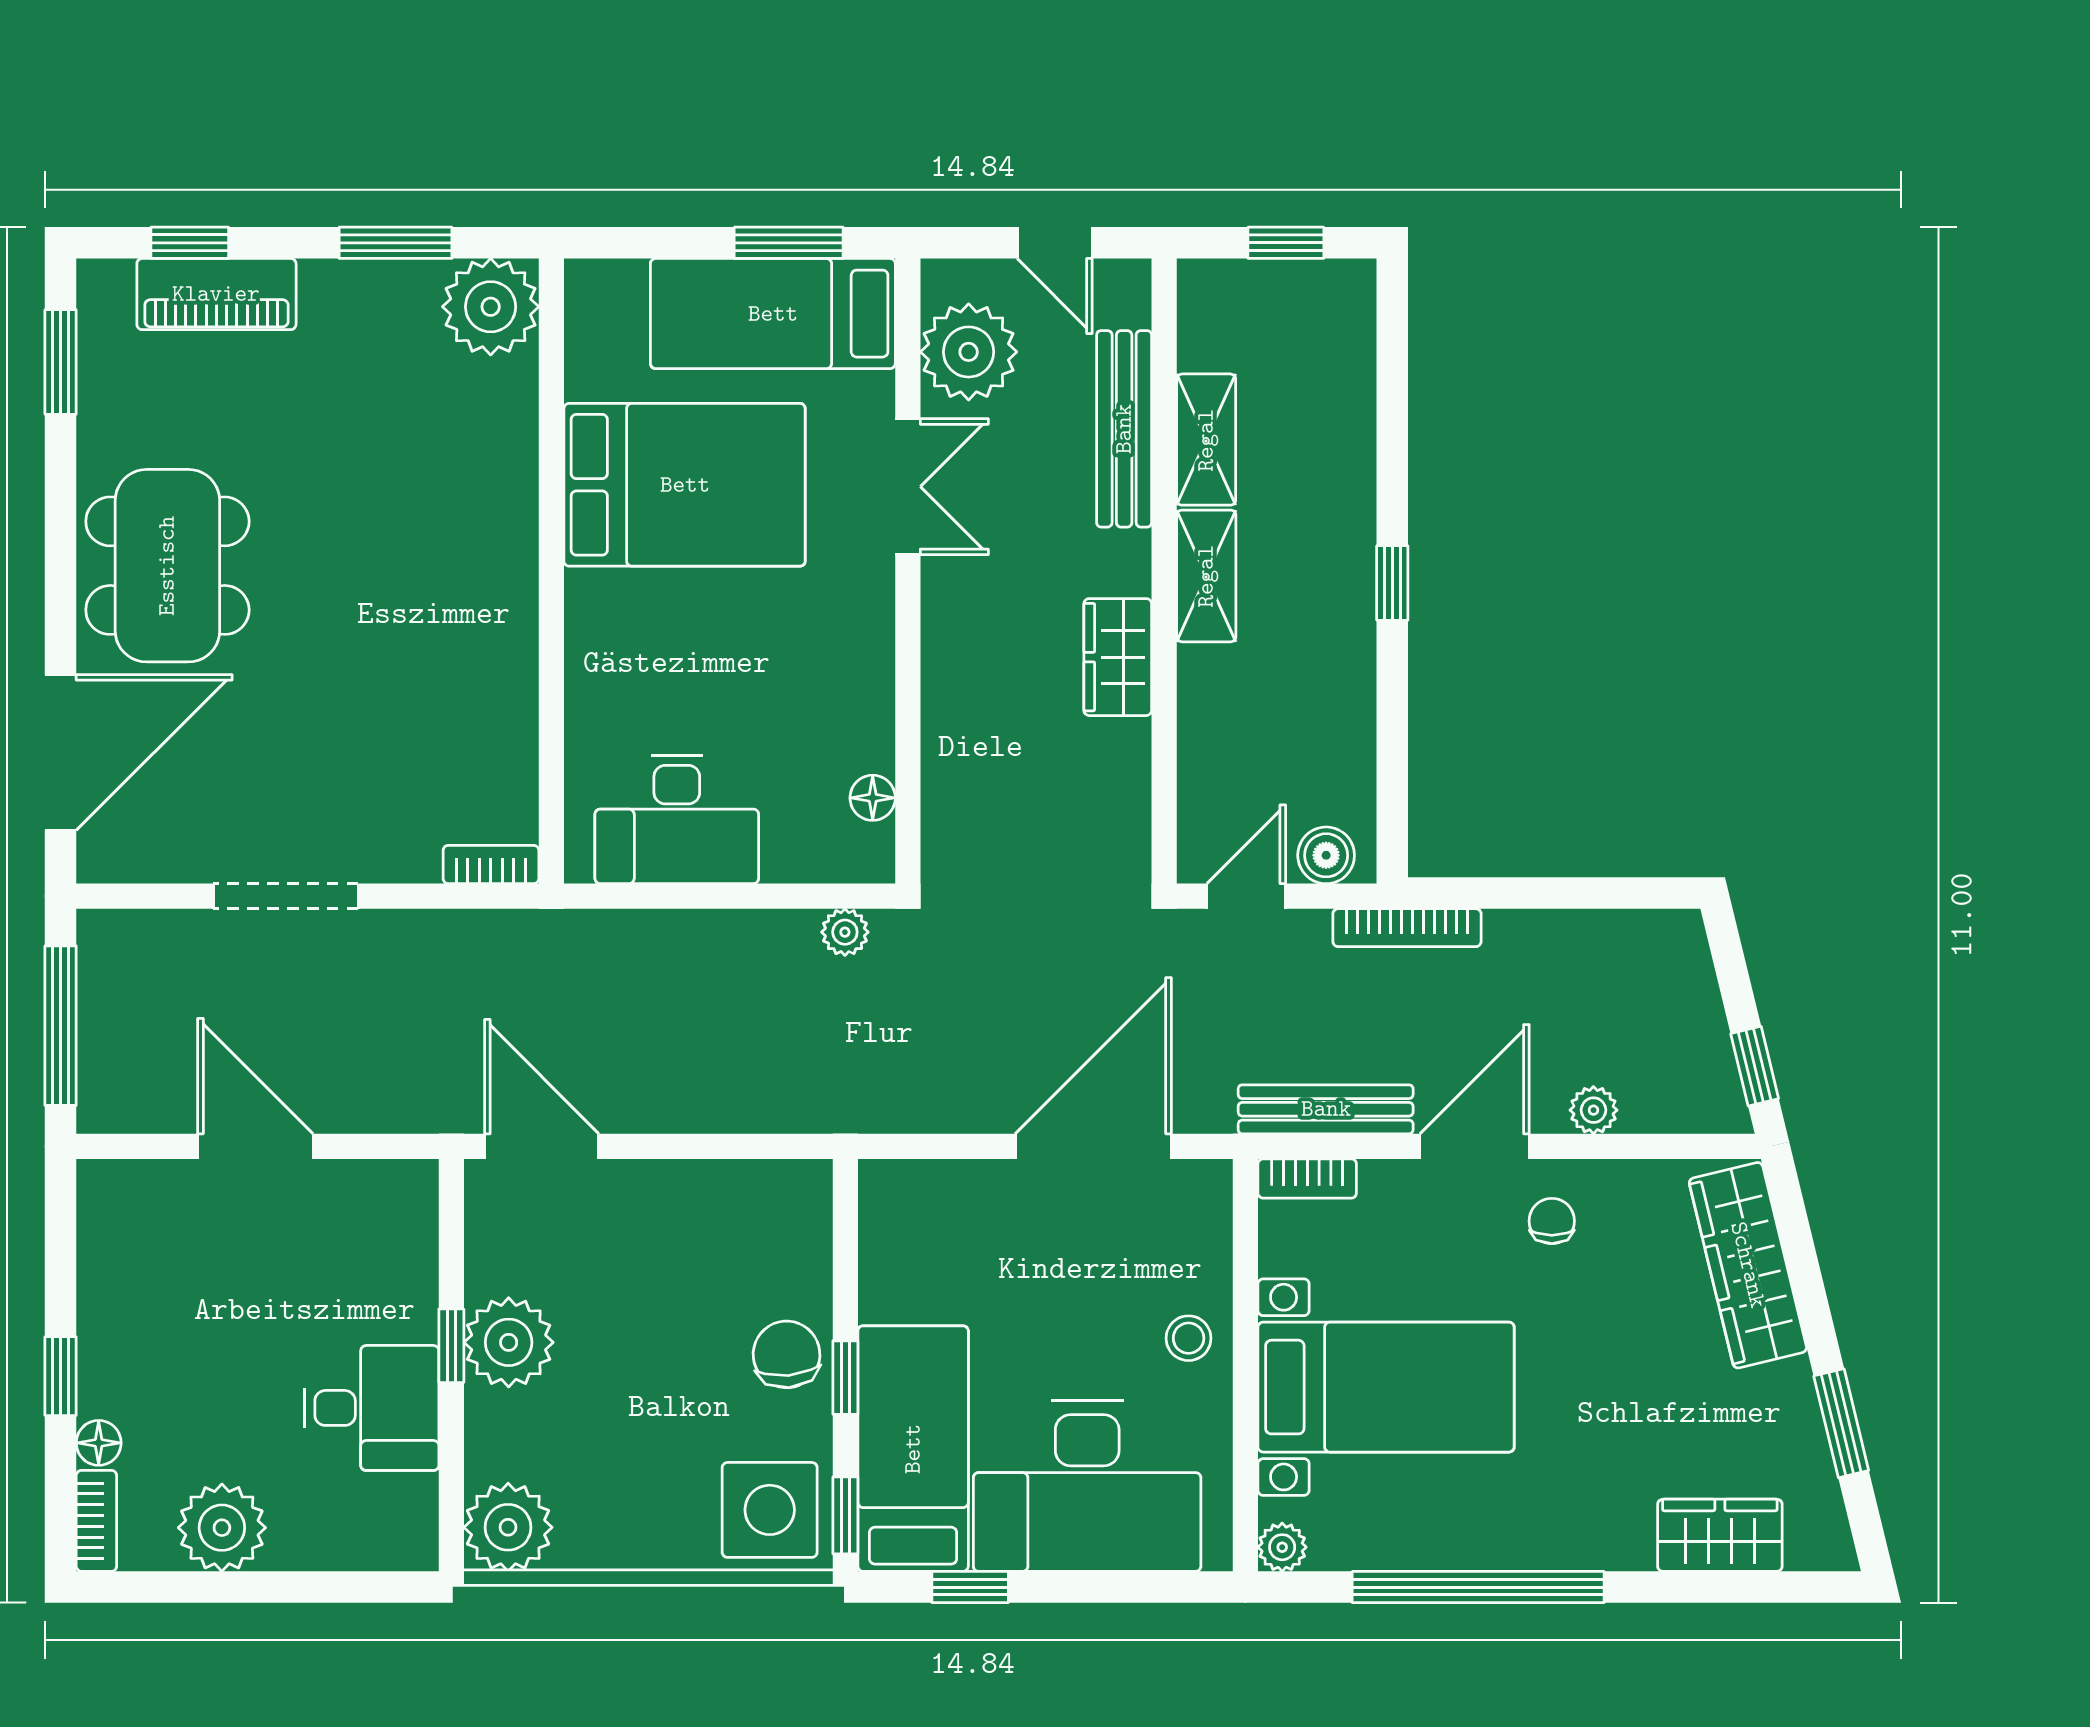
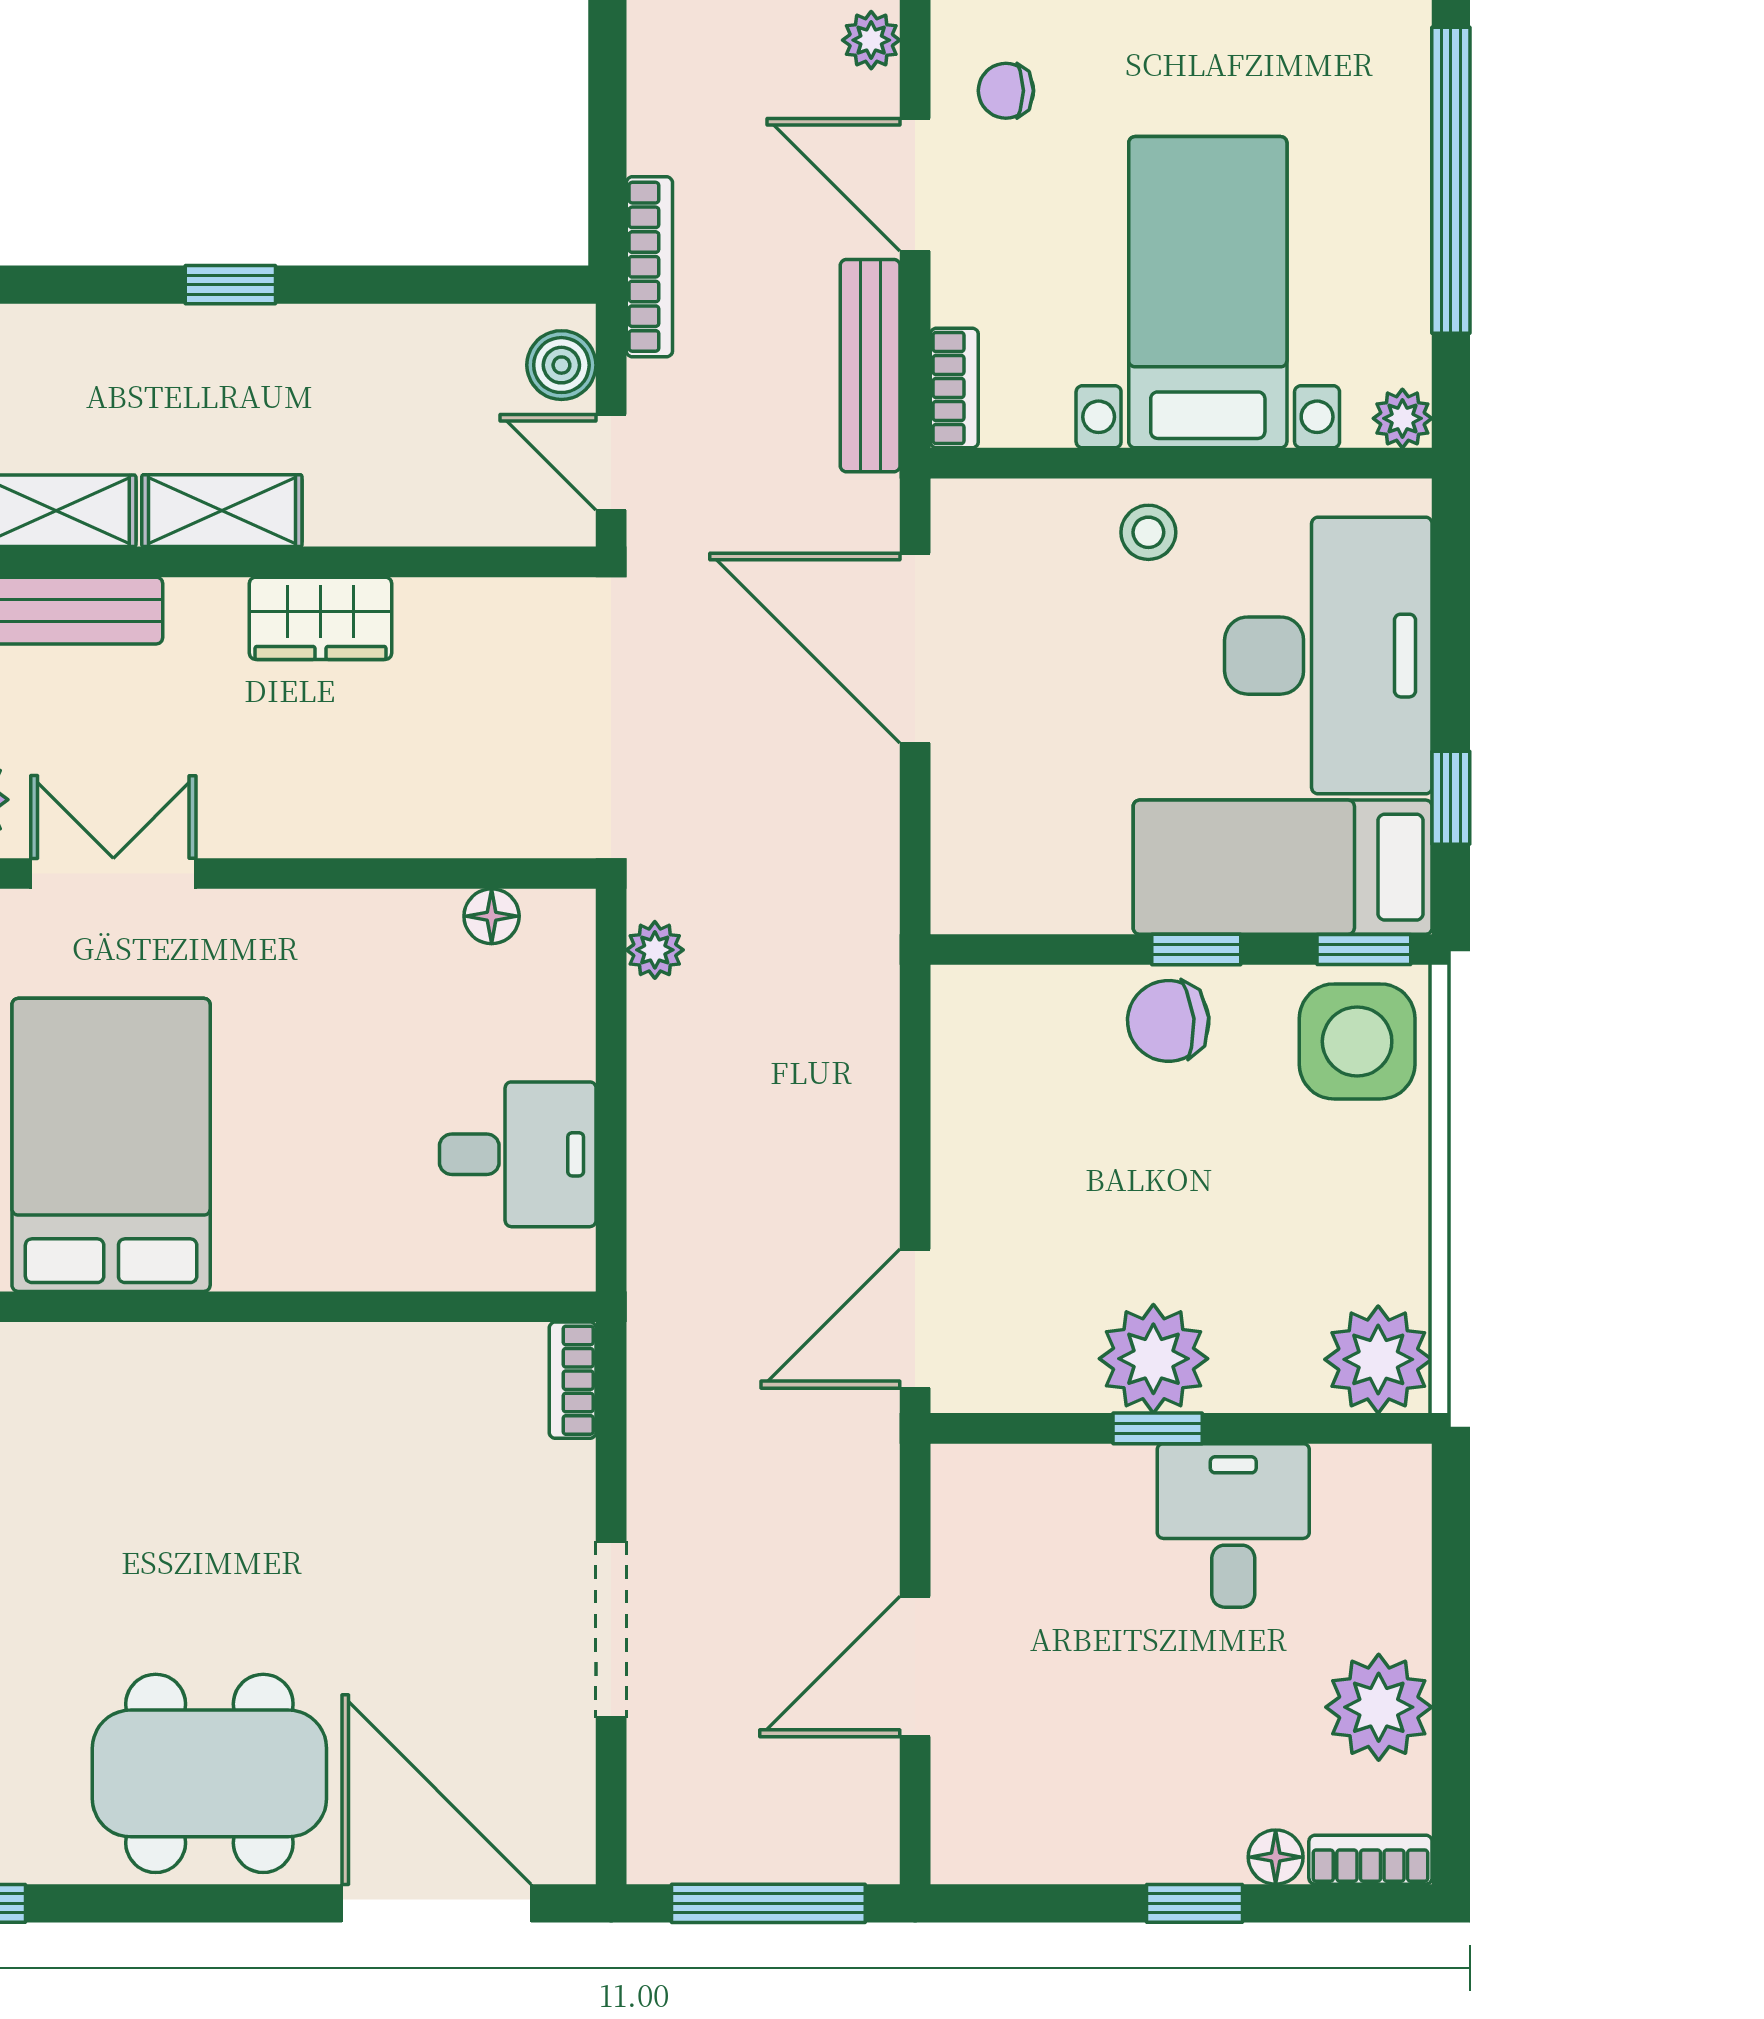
desk: (677, 819) -> (518, 1154), width x0.73

